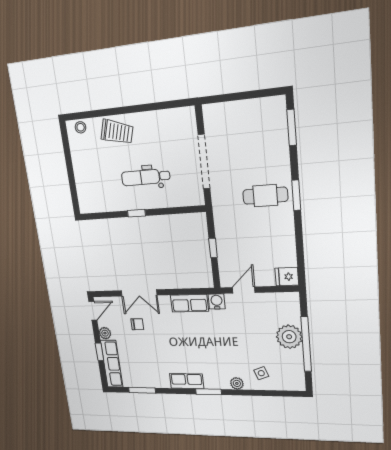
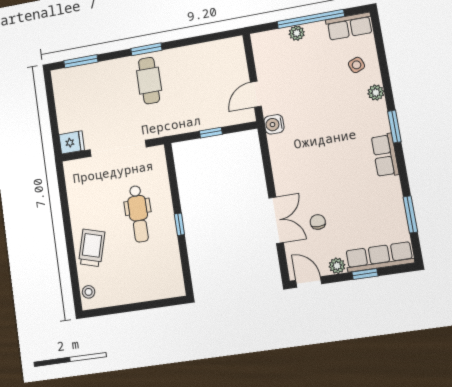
fridge: (287, 277) -> (72, 142), moved, turned -90
door: (244, 290) -> (256, 94), hinge flipped
row of seats: (189, 303) -> (349, 26), moved, turned 90
plant: (289, 337) -> (297, 33), width x0.53, depth x0.53

